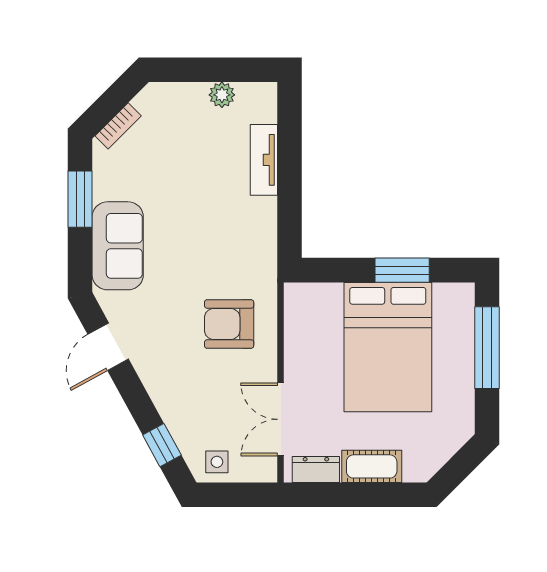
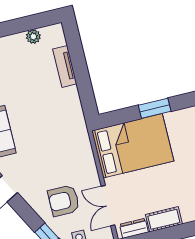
armchair: (229, 324) -> (64, 201), moved
bed: (388, 347) -> (133, 146), moved, turned -90

